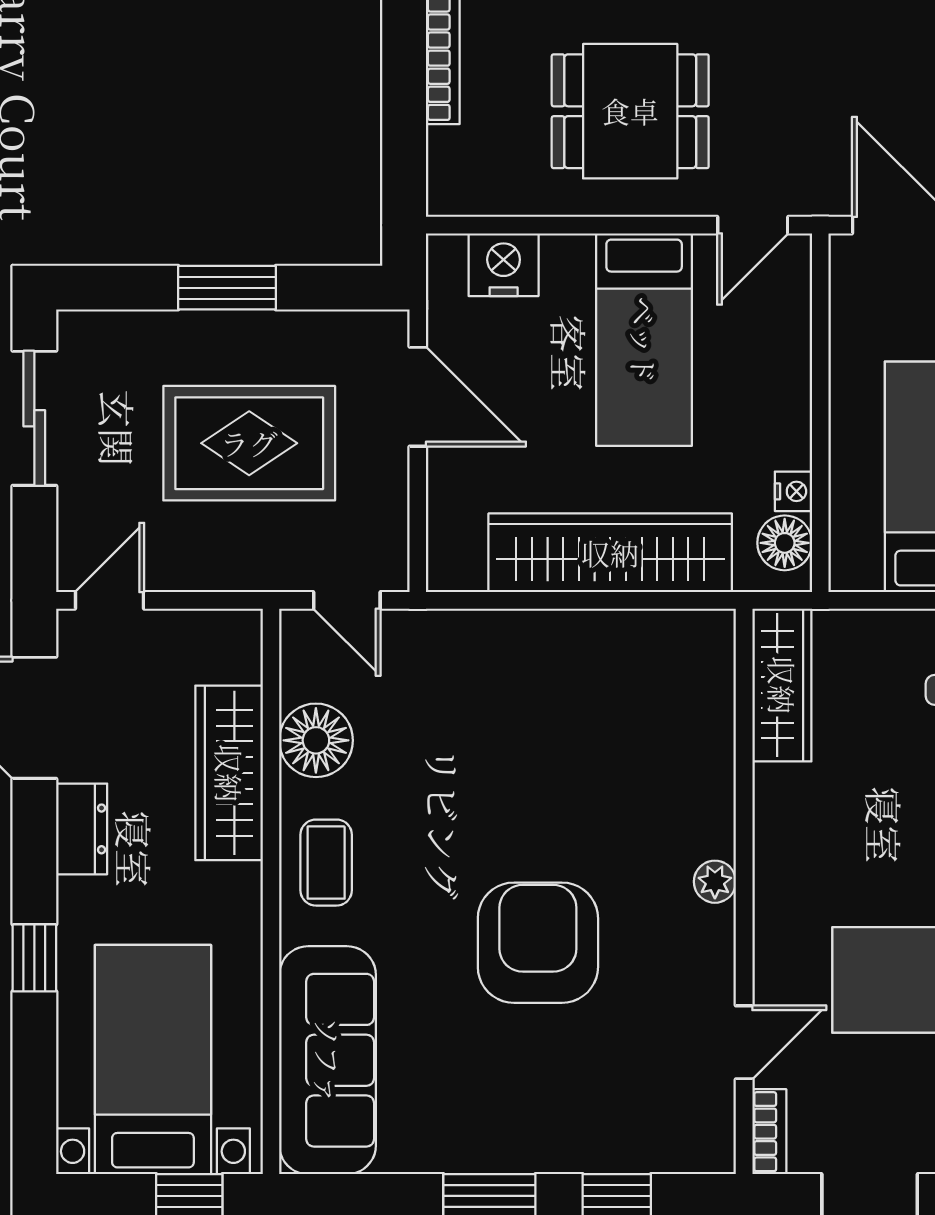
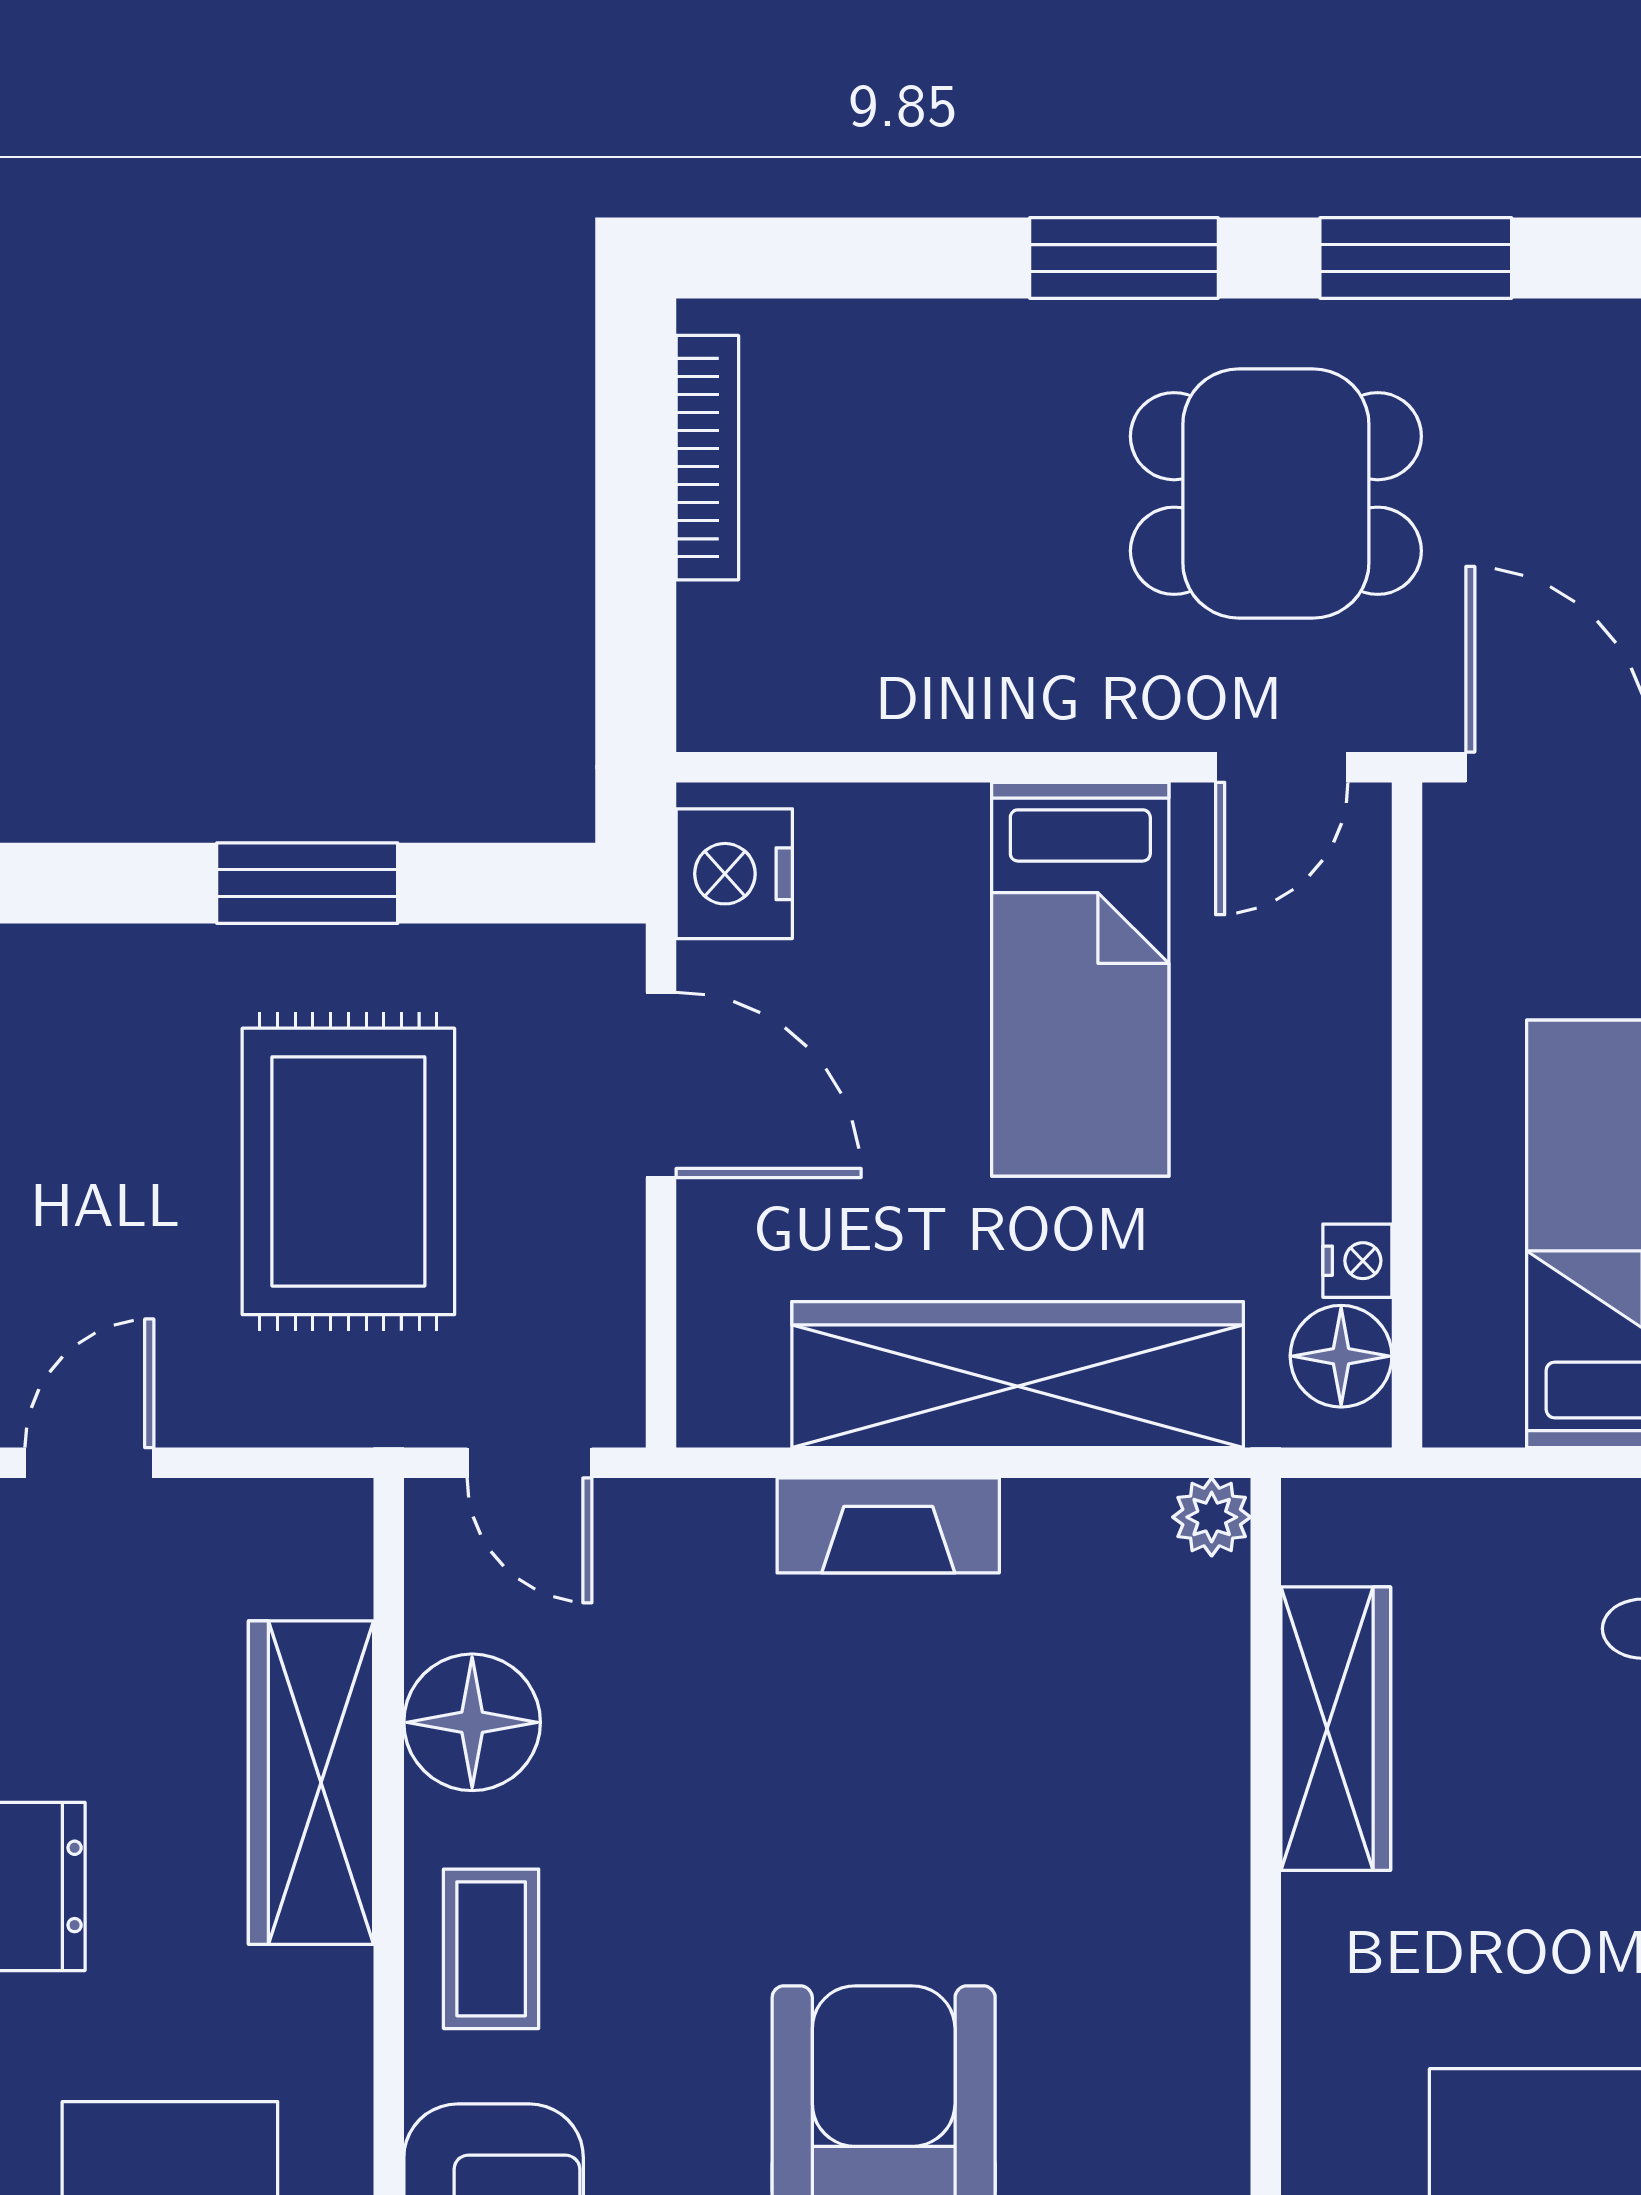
dining table: (630, 111) -> (1276, 493), moved
nightstand: (504, 265) -> (734, 874), moved, turned -90
rug: (249, 443) -> (348, 1171), turned 90
fireplace: (540, 634) -> (888, 1525), added
wardrobe: (782, 685) -> (1336, 1729), moved
plant: (715, 882) -> (1212, 1517), moved

